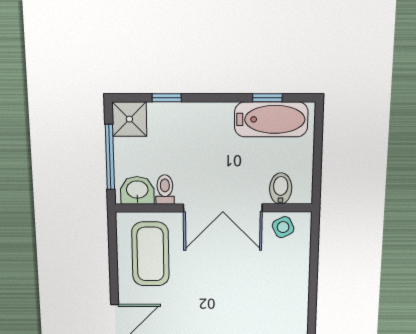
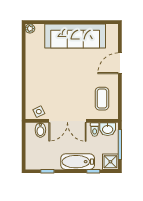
bathtub: (271, 119) -> (78, 162), moved
double door: (223, 208) -> (67, 121), swing flipped
coffee table: (150, 254) -> (102, 99), width x0.73, depth x0.76

